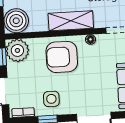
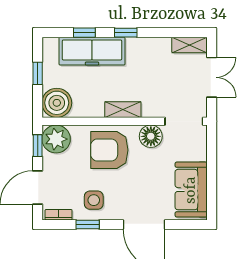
shelving: (71, 21) -> (123, 110), width x0.67, depth x0.75
floor lamp: (90, 39) -> (151, 136), width x1.89, depth x1.89

